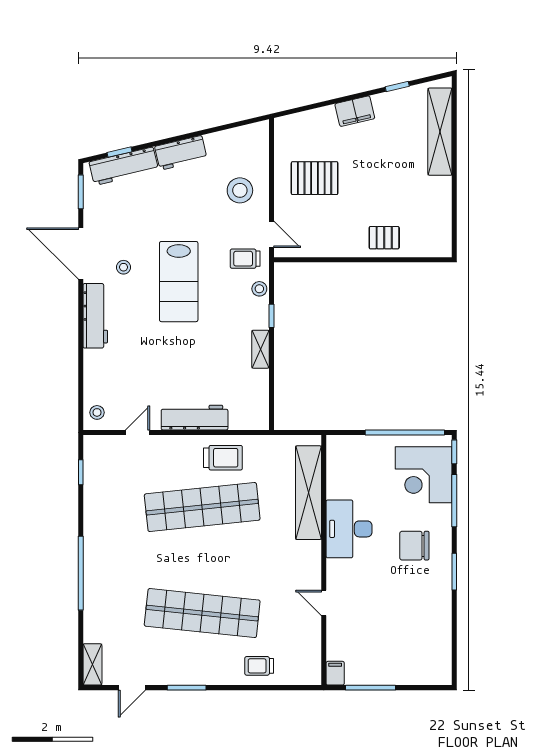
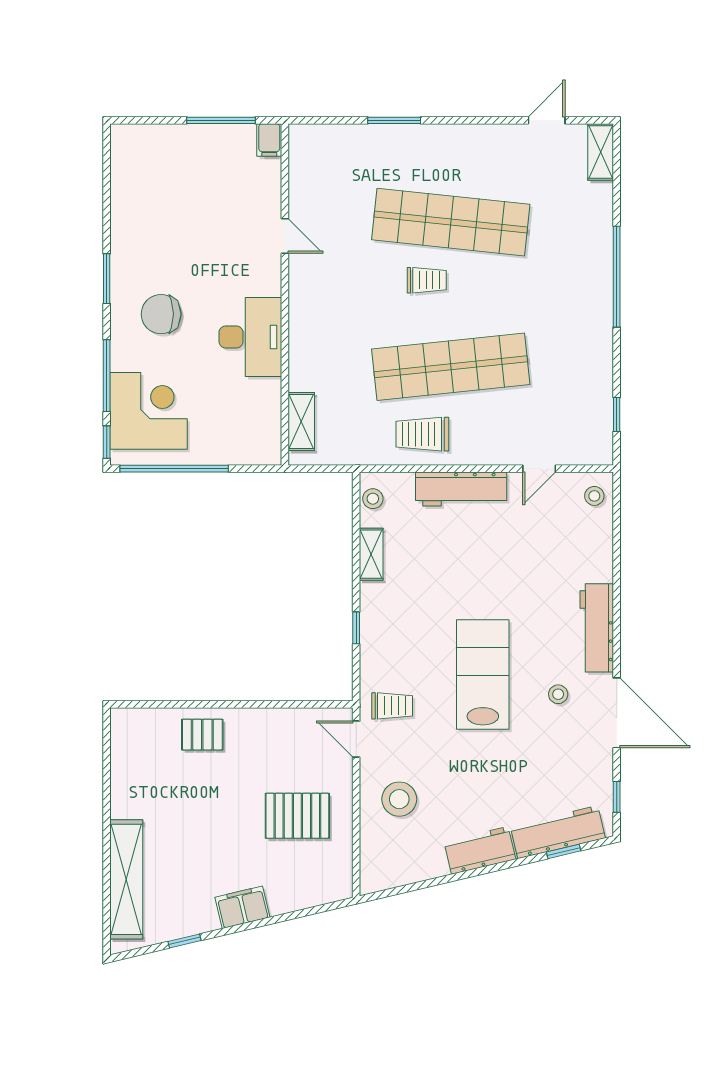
window: (81, 192) -> (617, 797), width x0.67
stool: (259, 289) -> (373, 499), moved
shelving: (260, 349) -> (371, 554), moved
shelving: (308, 493) -> (301, 422), width x0.45, depth x0.75
chair: (414, 546) -> (161, 314), turned 180
trolley: (259, 666) -> (427, 280), moved
window: (187, 688) -> (394, 120), moved

